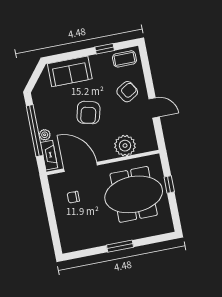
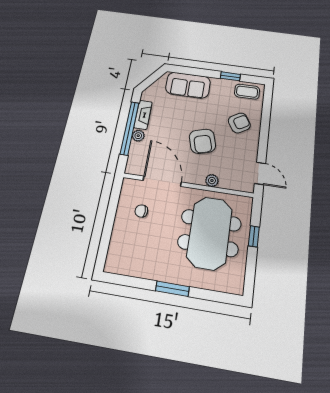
door: (154, 108) -> (260, 173), moved
armchair: (88, 113) -> (202, 141), moved, turned -30
plant: (125, 146) -> (212, 181), width x0.53, depth x0.53
fireplace: (49, 155) -> (143, 115), moved
meeting table: (134, 194) -> (210, 233), turned 90

